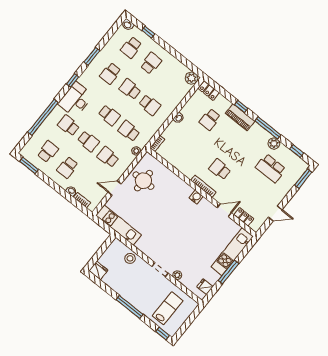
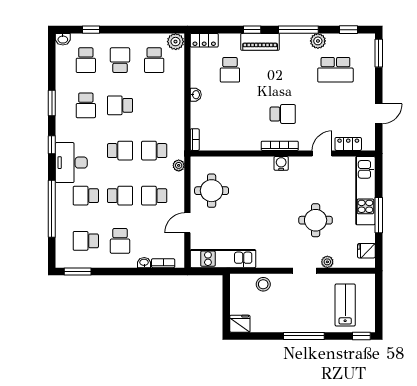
school desk: (150, 105) -> (154, 60), moved, turned 90
school desk: (48, 152) -> (86, 241), turned -90
school desk: (220, 169) -> (283, 114), turned 180
round table: (190, 246) -> (316, 220), added

